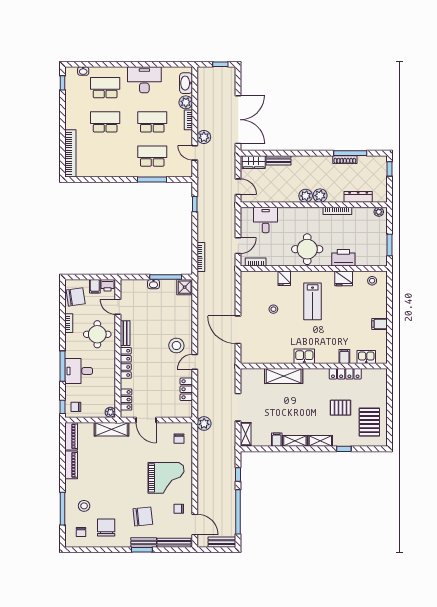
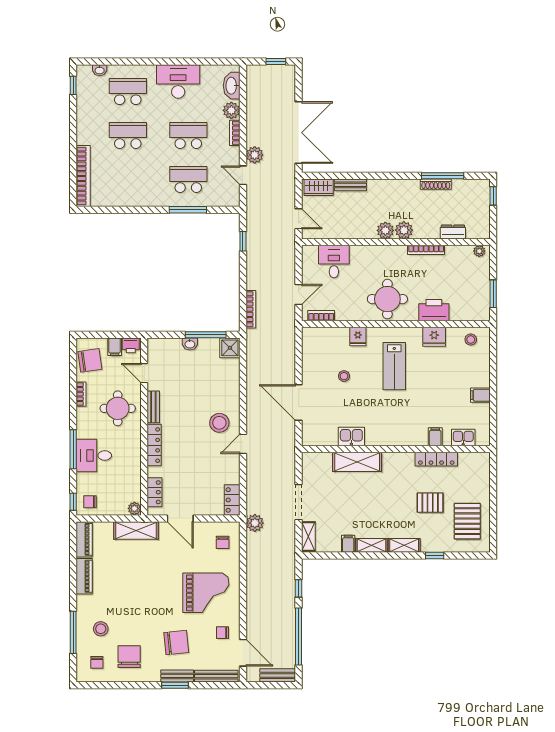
dresser: (358, 197) -> (453, 232), width x0.70
kitchen sink: (304, 356) -> (351, 437), moved
locker: (186, 389) -> (232, 500), moved

